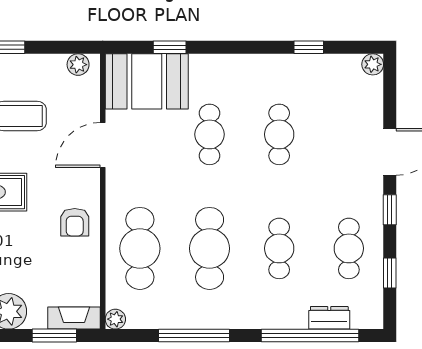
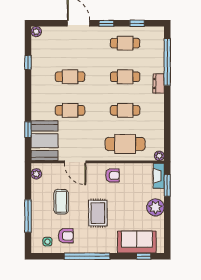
cafe table: (210, 248) -> (125, 110), width x0.73, depth x0.74
dresser: (329, 318) -> (159, 83), moved
window: (194, 336) -> (167, 118), removed

